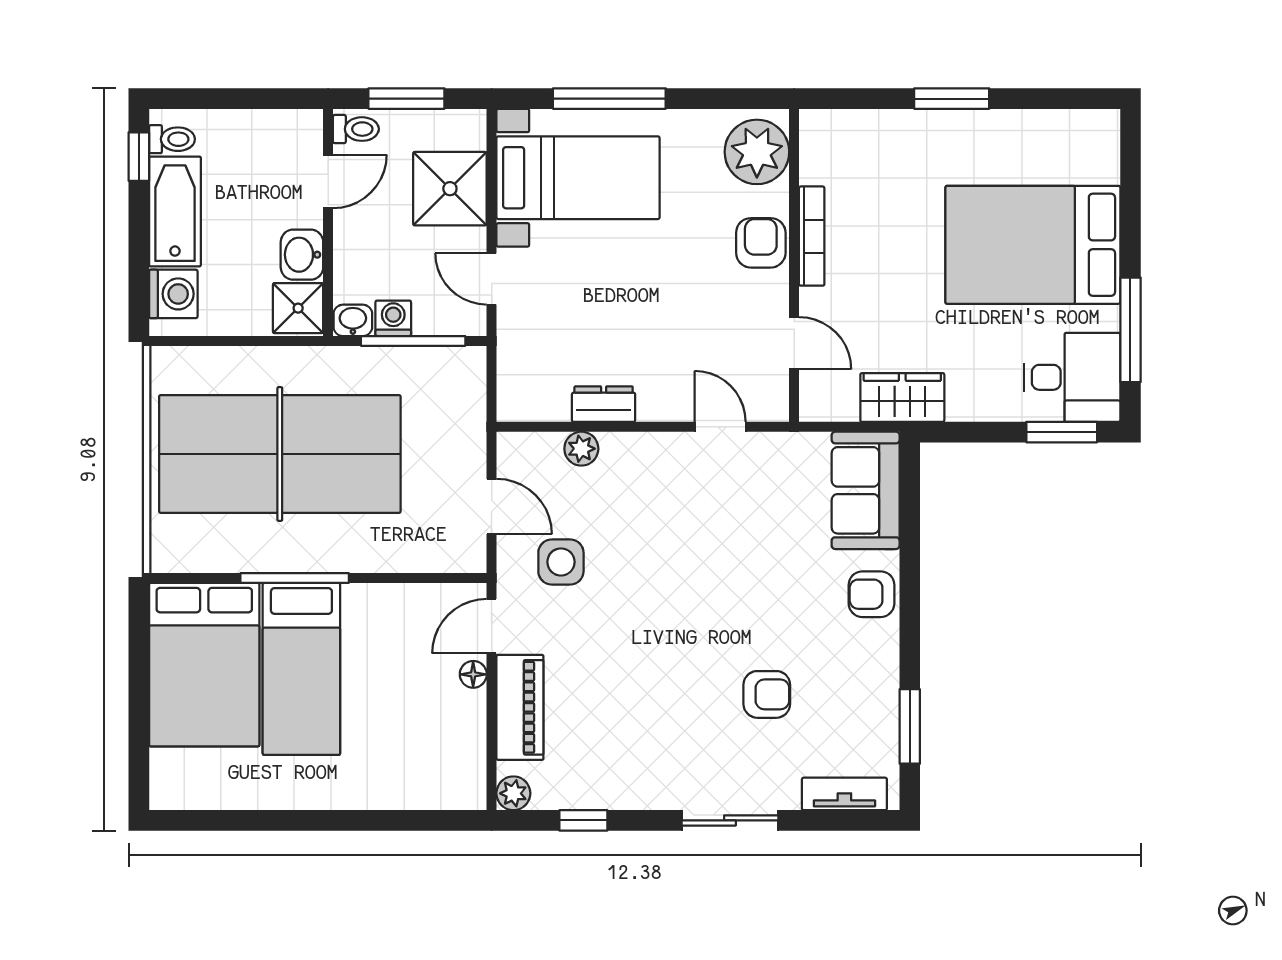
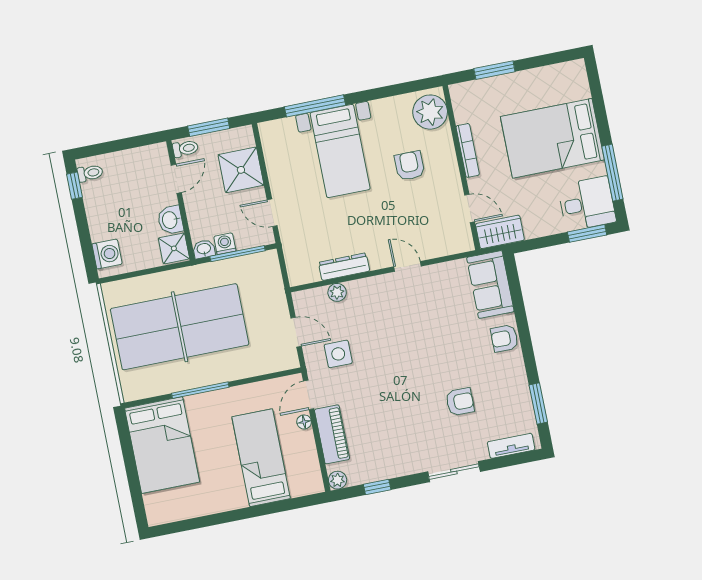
plant: (757, 152) -> (430, 112), moved
bed with nightstands: (578, 178) -> (340, 151), moved, turned 90
bathtub: (175, 211) -> (99, 211), removed
bookcase: (812, 236) -> (468, 150), moved
wall: (794, 265) -> (461, 168), moved
door: (794, 343) -> (470, 208), moved
dresser: (604, 404) -> (344, 267), width x1.44
bed: (301, 669) -> (261, 458), moved, turned 180

